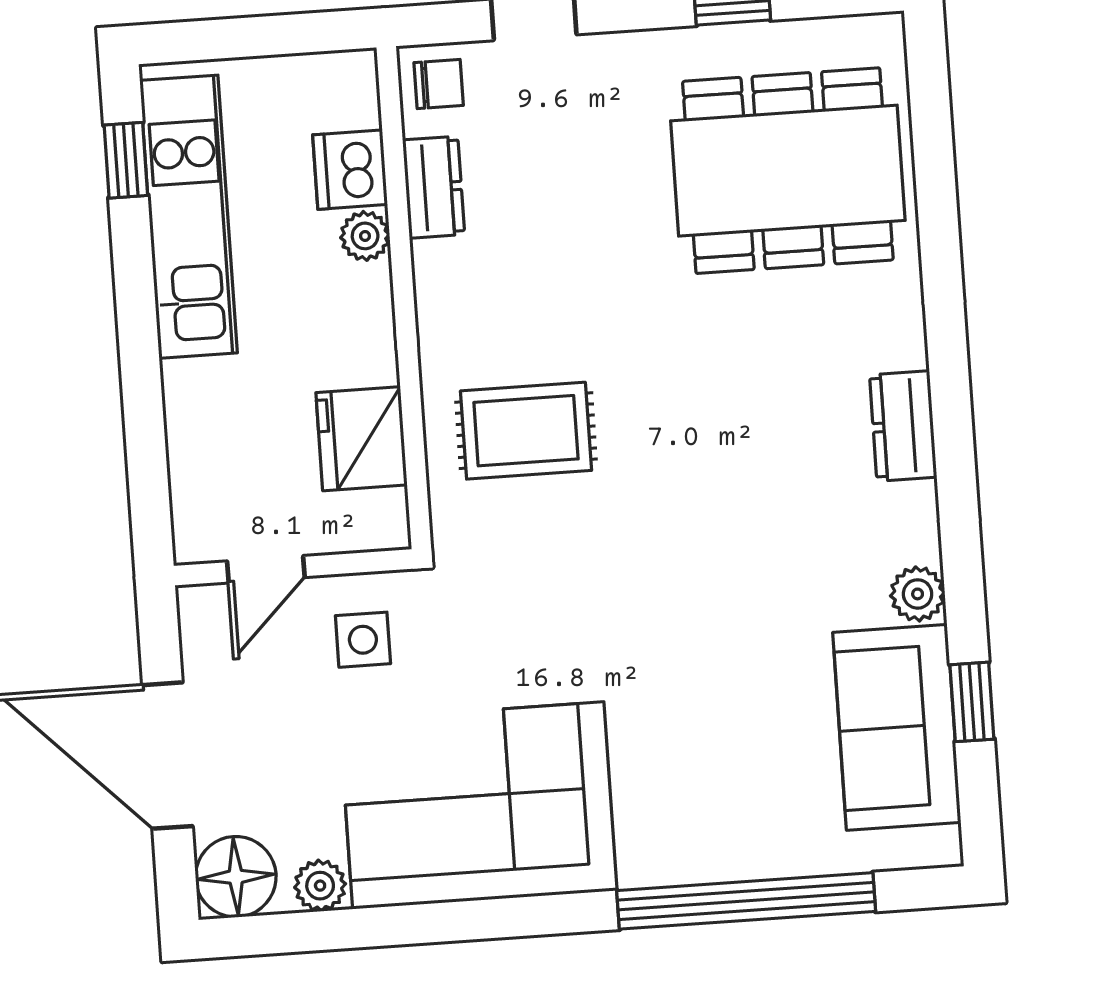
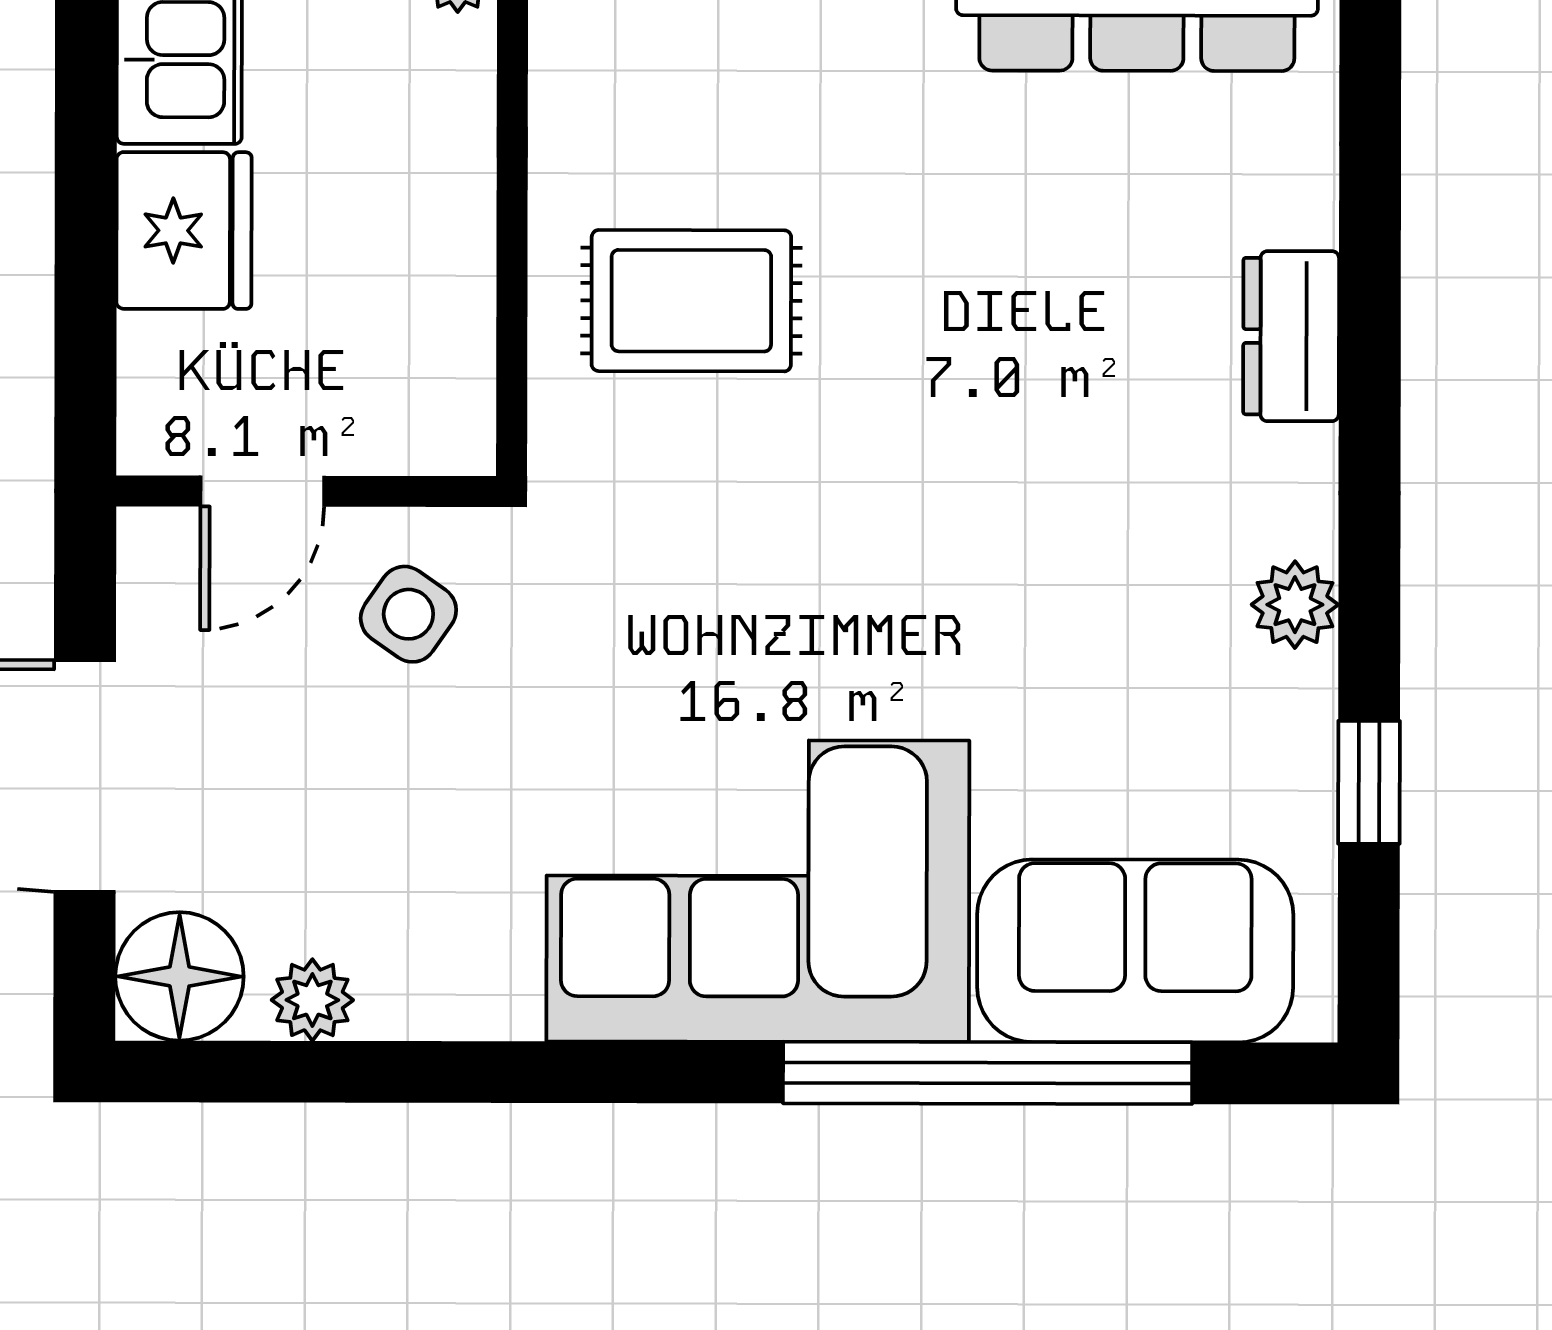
fridge: (361, 439) -> (184, 230), moved, turned 180
side table: (363, 640) -> (408, 614), turned 35
sofa: (897, 727) -> (1135, 951), moved, turned 90
corner sofa: (478, 805) -> (758, 891), moved

